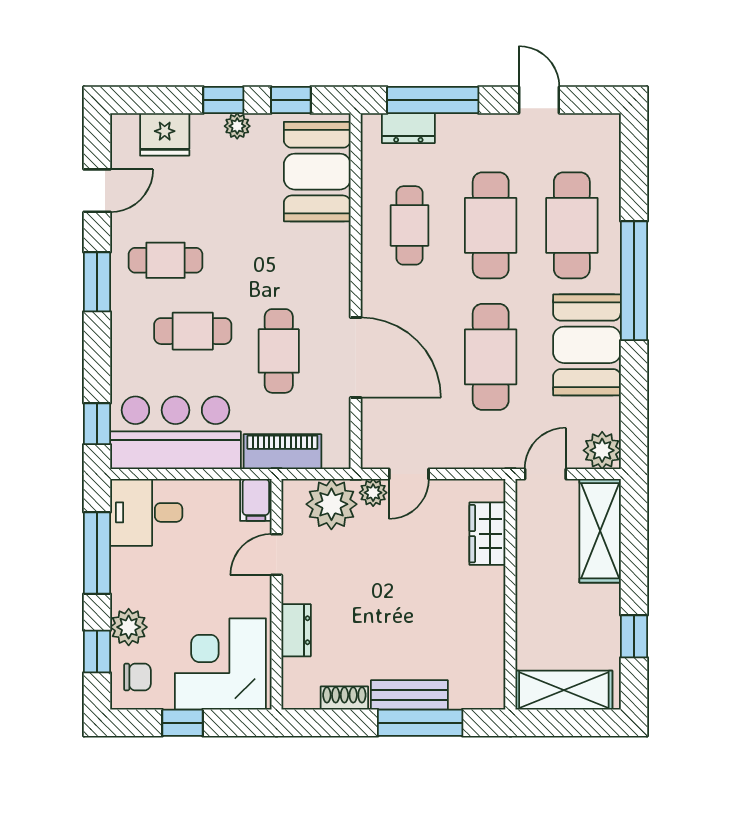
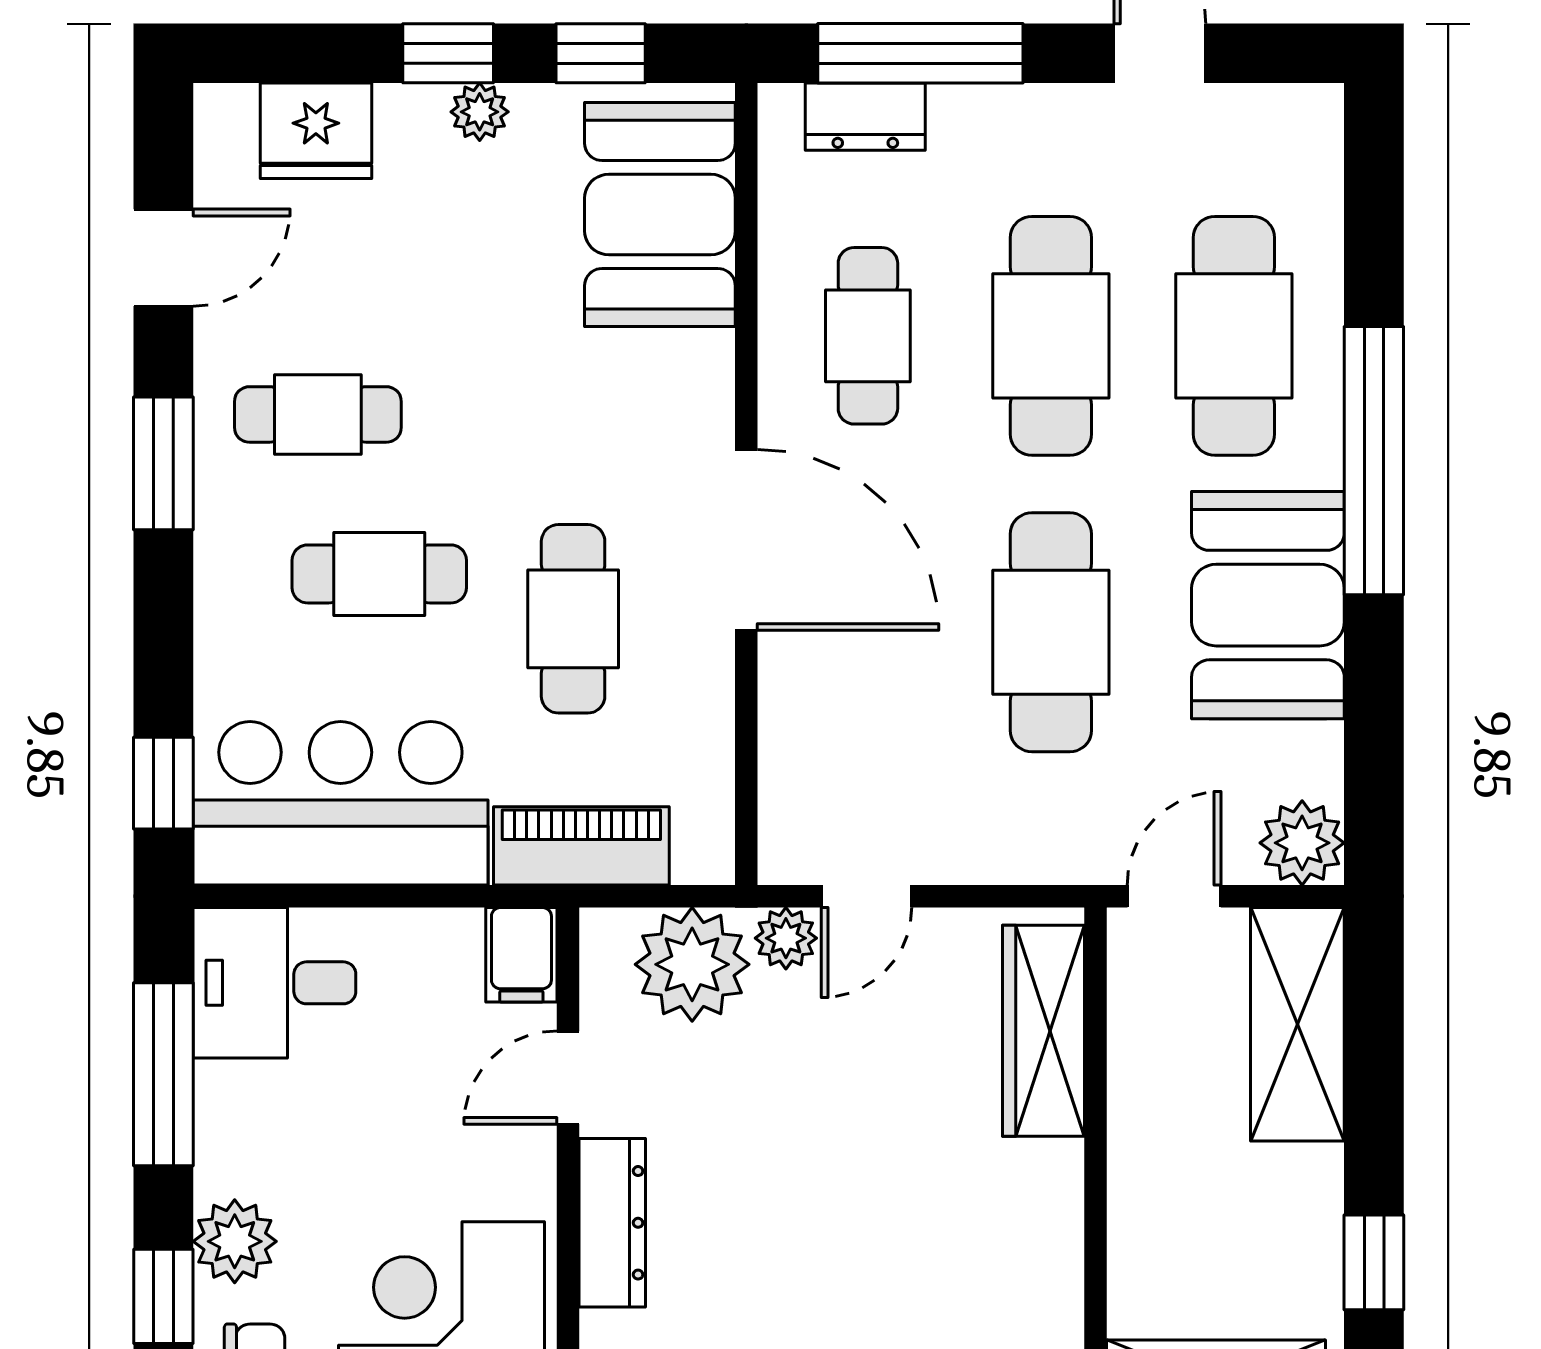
door: (356, 358) -> (746, 540), moved
wardrobe: (487, 534) -> (1043, 1031), width x1.50
dresser: (296, 630) -> (612, 1223), width x1.44

